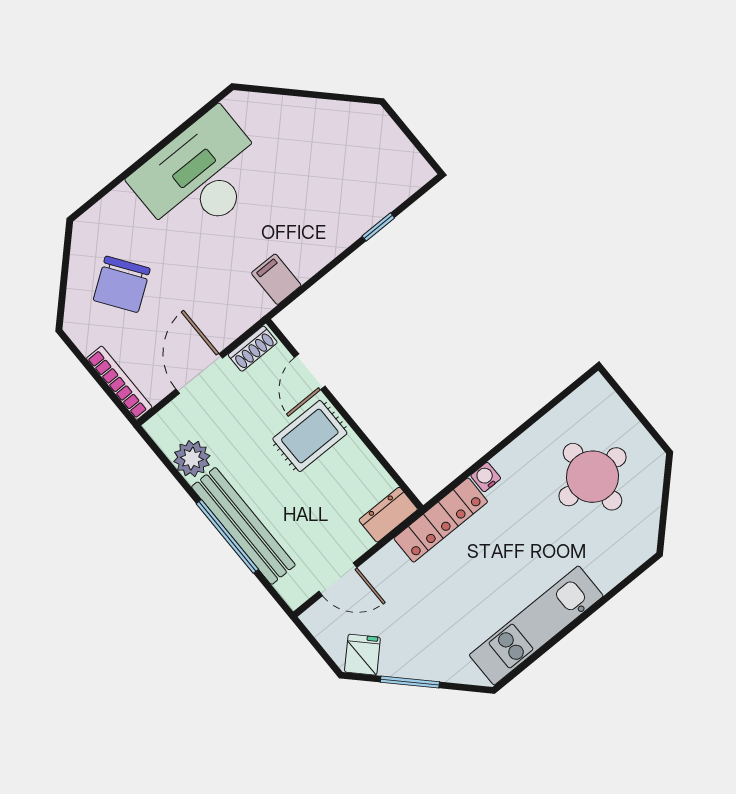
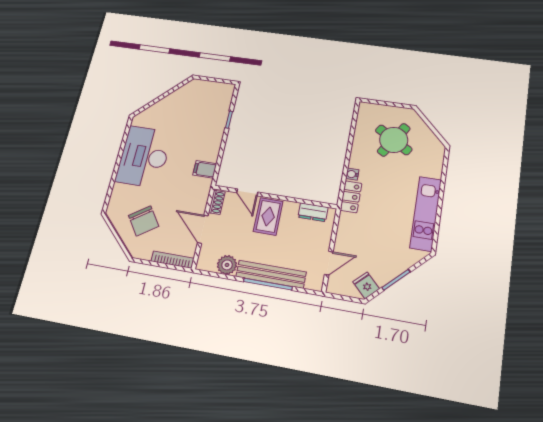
round table: (592, 477) -> (394, 140), turned 32
dresser: (388, 515) -> (313, 212), moved, turned -90
locker: (441, 520) -> (351, 197), width x0.66

